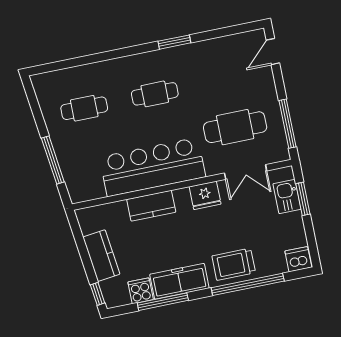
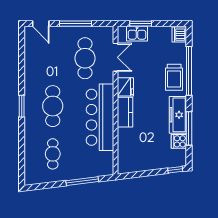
window: (174, 42) -> (22, 106), moved
cafe table: (155, 94) -> (53, 106), width x1.37, depth x1.35
window: (288, 124) -> (75, 24), moved
kitchen counter: (151, 206) -> (125, 112), moved
kitchen counter: (101, 256) -> (151, 162), removed

